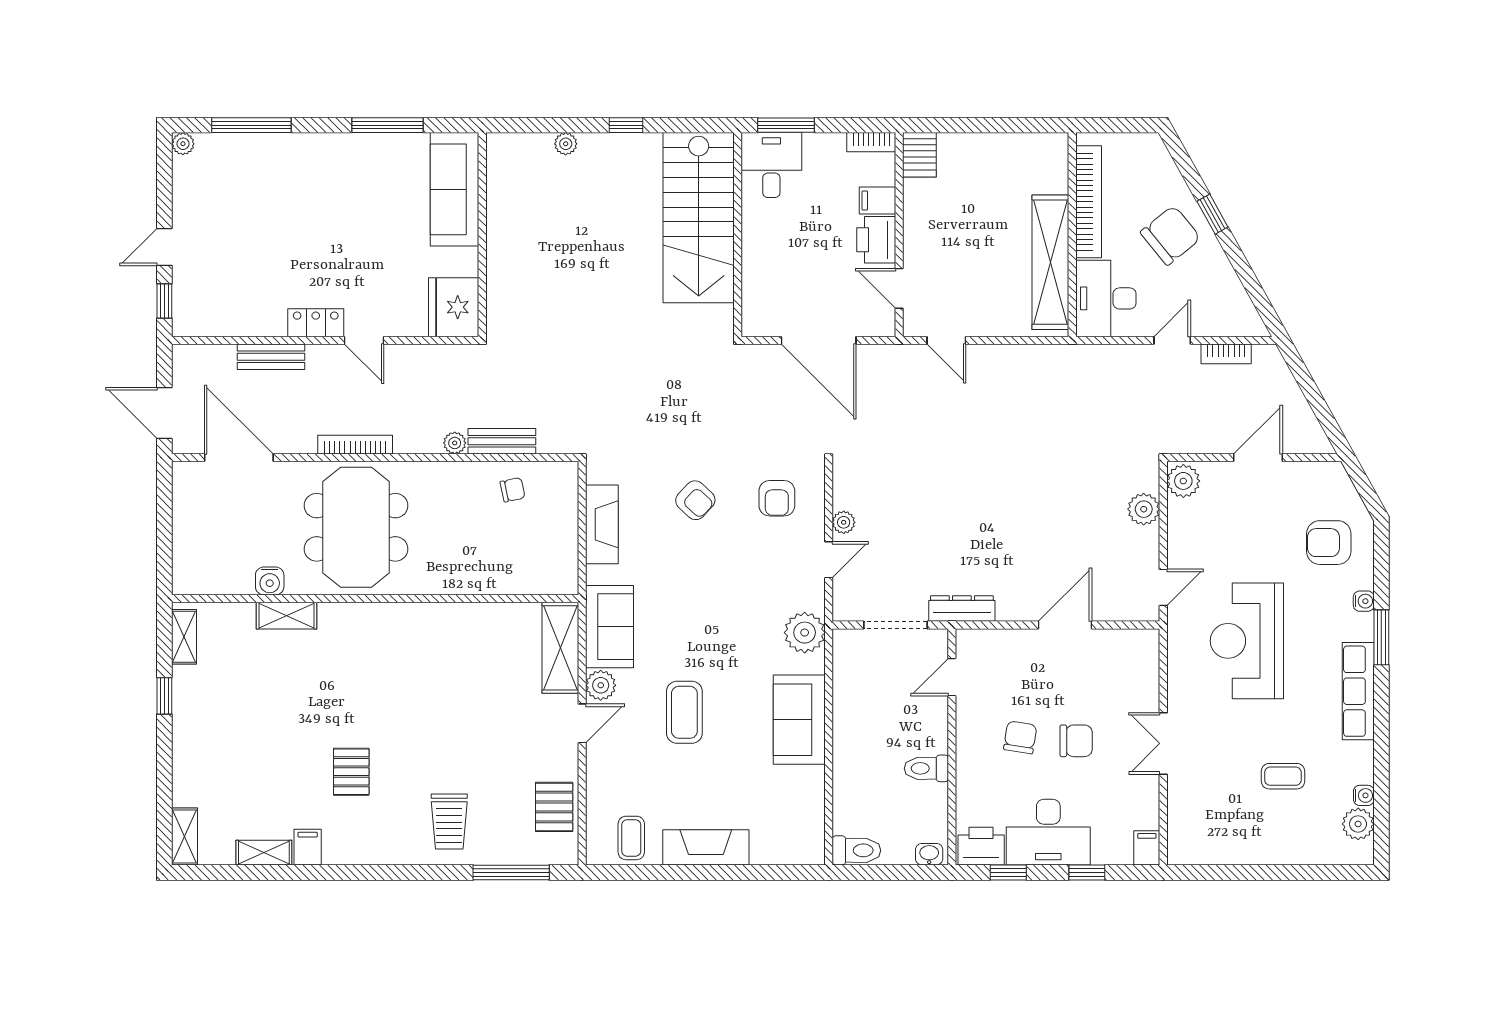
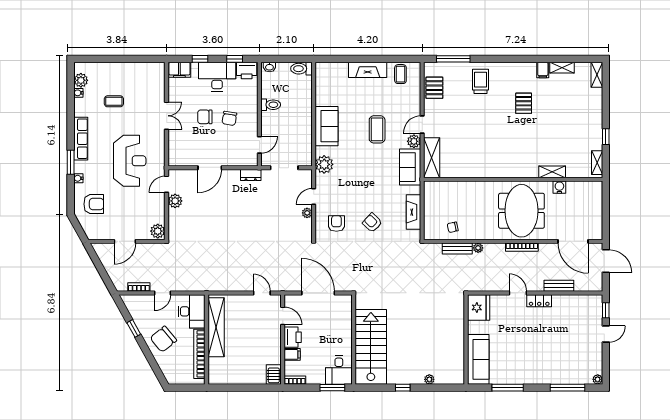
window: (1212, 214) -> (134, 328), moved
plant: (1144, 509) -> (175, 201), moved
dresser: (962, 609) -> (251, 175), width x0.70
filing cabinet: (1147, 848) -> (179, 70), width x2.00

